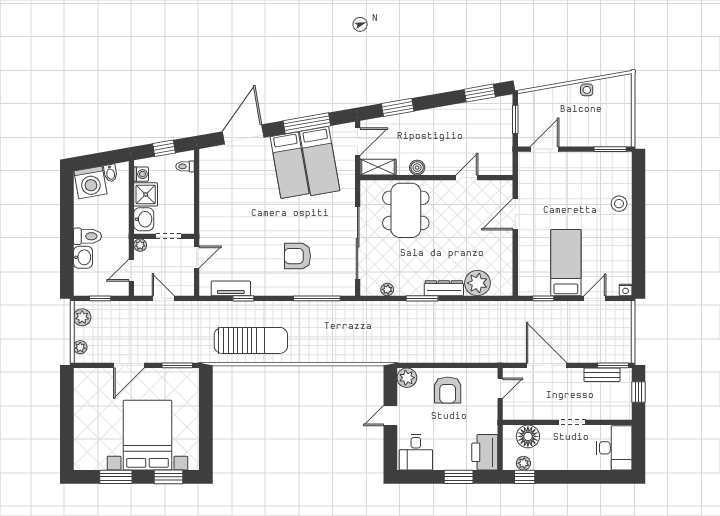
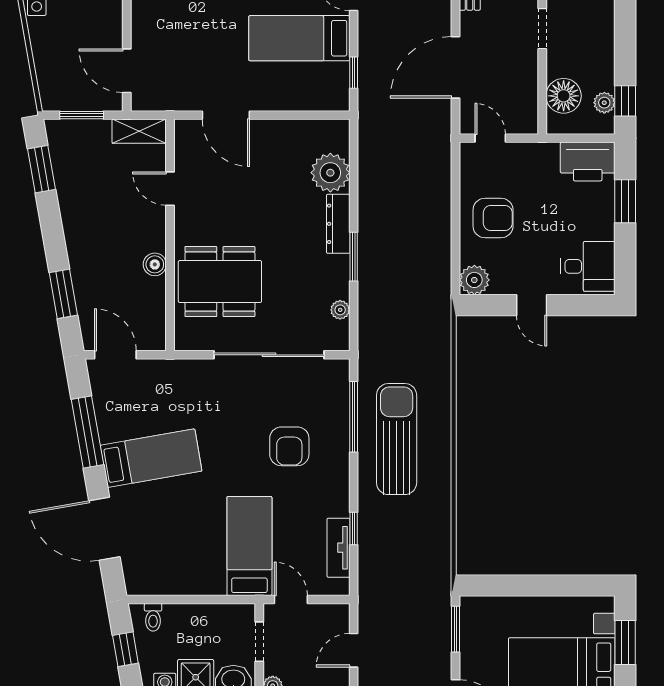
bed: (320, 161) -> (249, 546), moved, turned -80
shelving: (378, 167) -> (139, 131), moved, turned 90
sun lounger: (251, 340) -> (397, 439), moved

